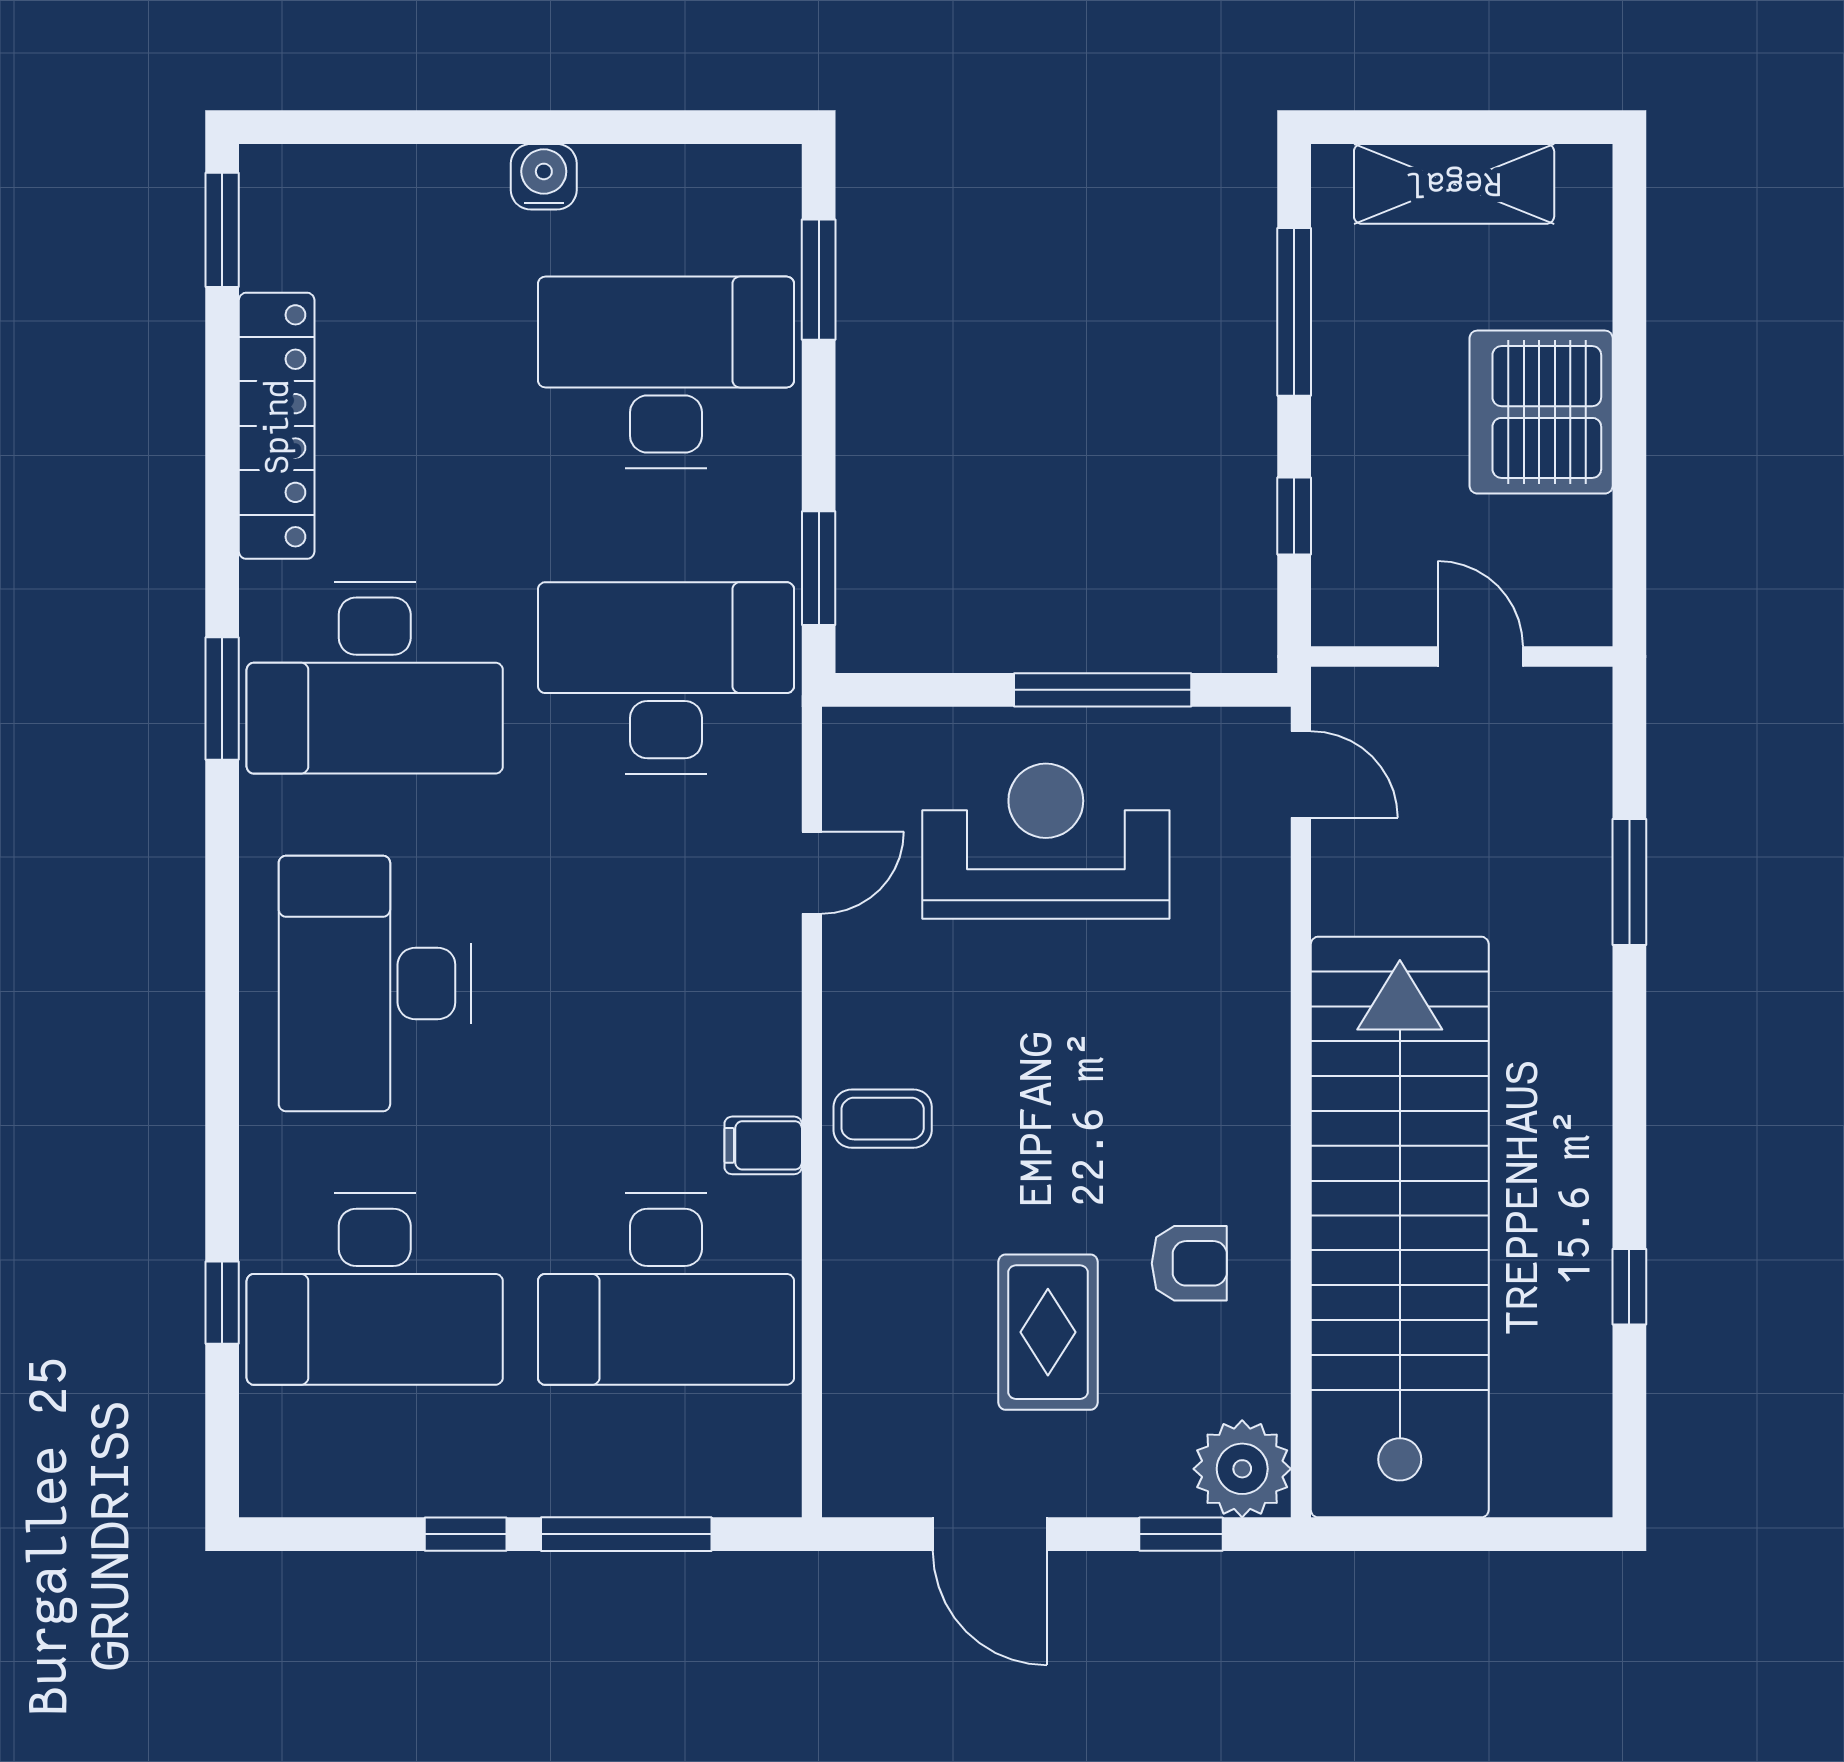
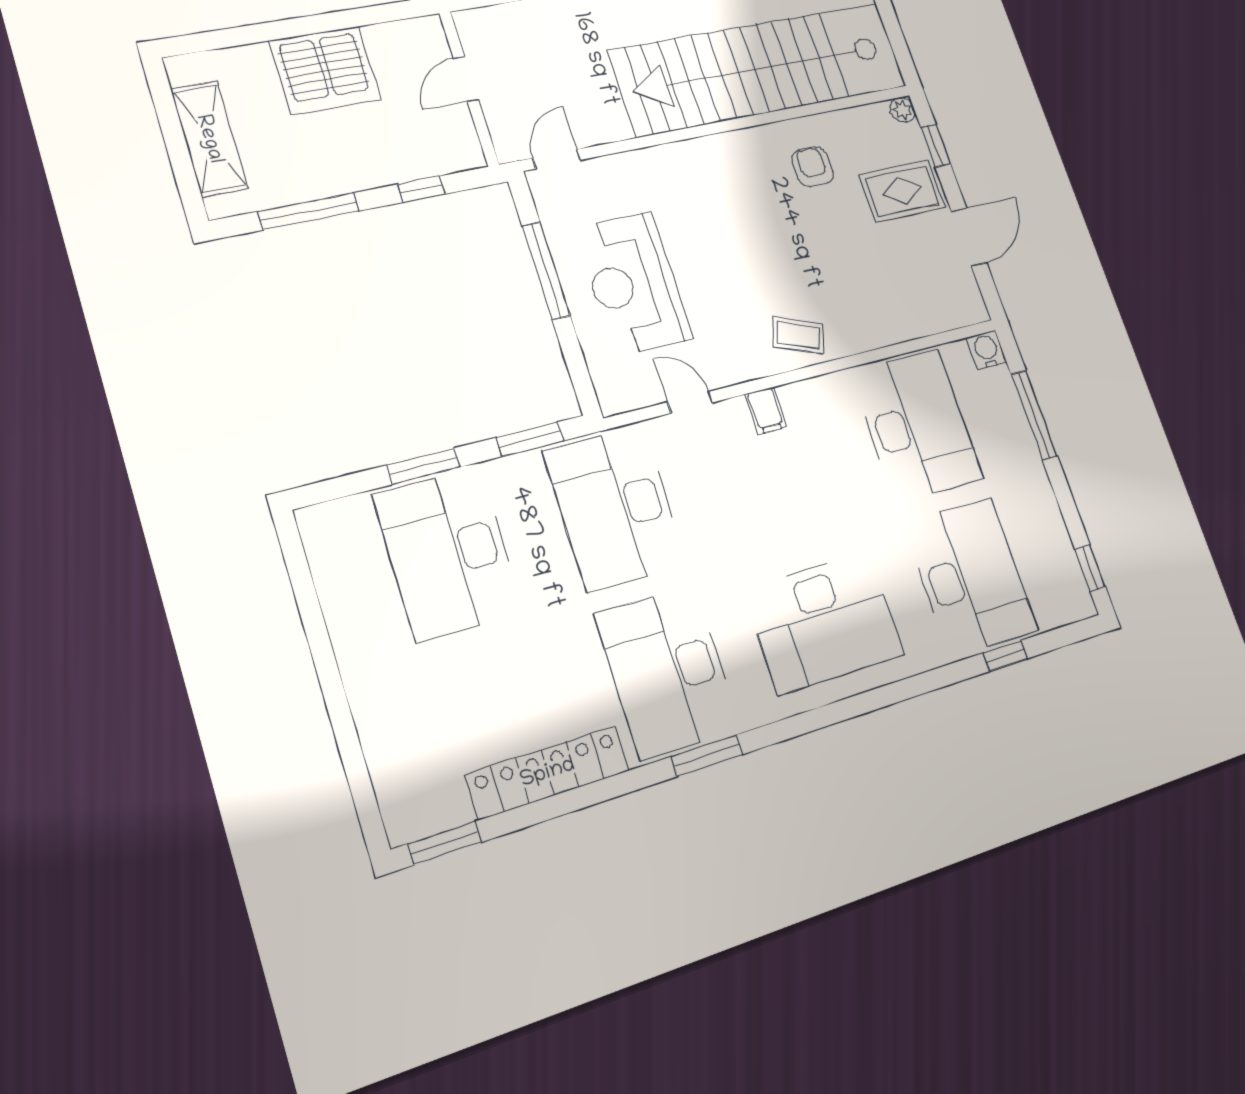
water cooler: (544, 177) -> (987, 350), moved, turned 90
window: (819, 280) -> (423, 466), moved
desk: (375, 678) -> (668, 671), turned 180
coffee table: (883, 1119) -> (798, 335), turned -69
filing cabinet: (763, 1145) -> (766, 411), moved
rug: (1048, 1332) -> (902, 191), moved
plant: (1242, 1469) -> (902, 110), width x0.53, depth x0.53
window: (466, 1534) -> (1090, 568), moved

